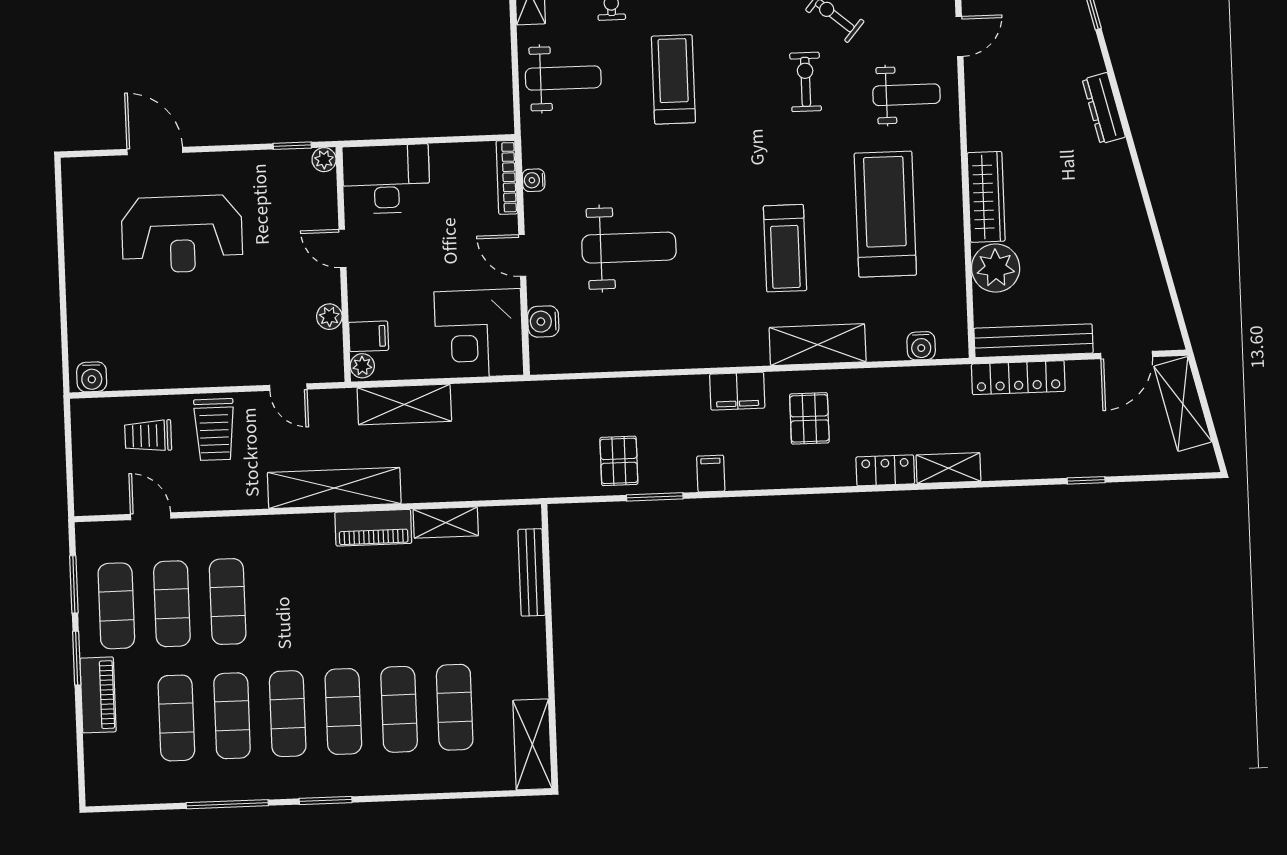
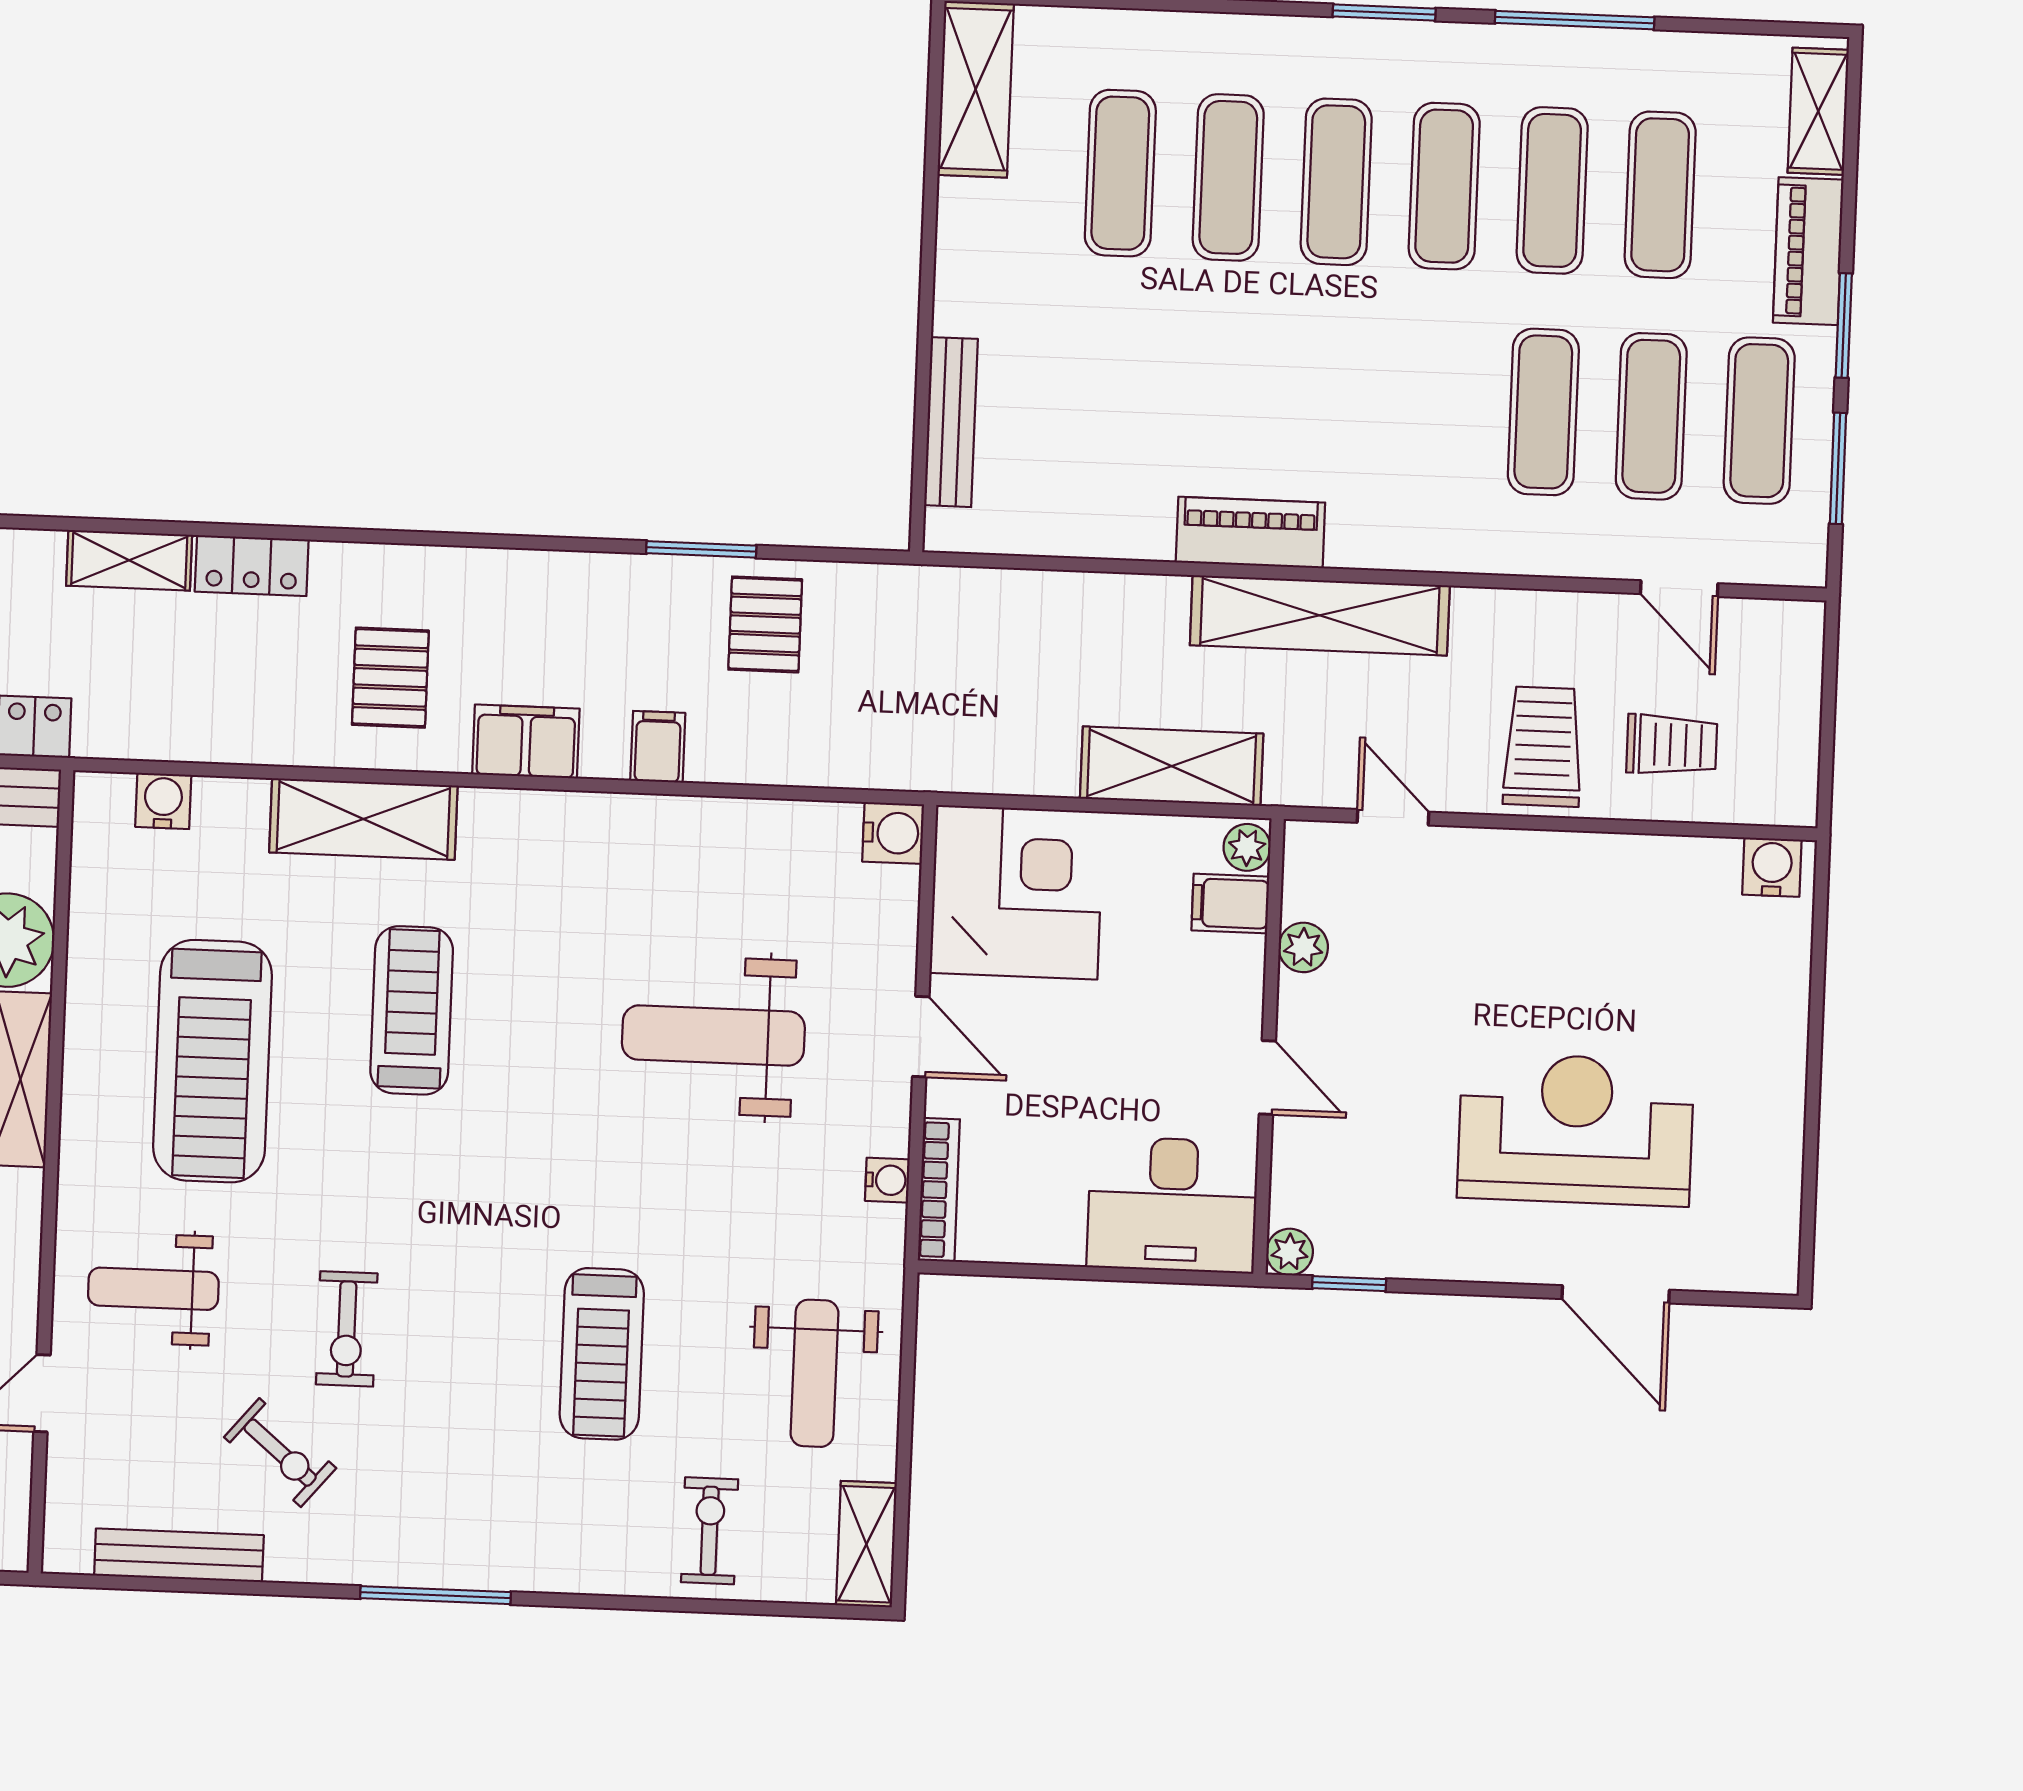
weight bench: (563, 78) -> (814, 1373), turned -90
water cooler: (543, 321) -> (893, 833), moved
filing cabinet: (711, 474) -> (658, 747), moved, turned 180
shelving: (446, 523) -> (1818, 111), moved, turned 90

